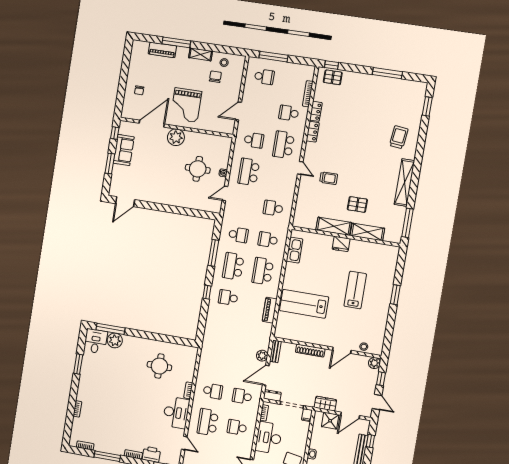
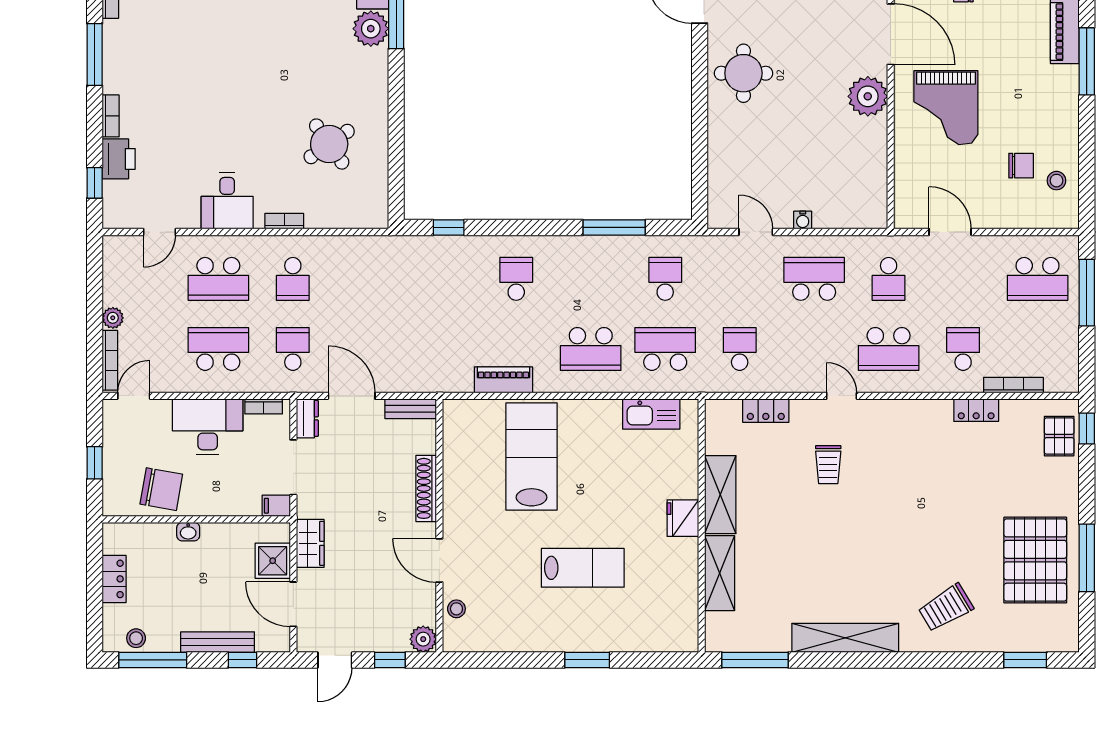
shelving: (201, 54) -> (1067, 123), removed
school desk: (264, 77) -> (1038, 279), width x1.85
grand piano: (186, 105) -> (946, 108), turned -90
locker: (313, 132) -> (766, 411), moved
trolley: (399, 137) -> (946, 608), turned 143
school desk: (284, 145) -> (889, 349), turned 180
door: (300, 168) -> (842, 396), swing flipped
round table: (198, 169) -> (743, 73), moved
pallet: (357, 204) -> (1035, 560), moved, width x2.05, depth x2.00
school desk: (238, 235) -> (665, 279), turned 180
school desk: (268, 240) -> (665, 349), width x1.85
school desk: (233, 266) -> (591, 279), removed
school desk: (263, 271) -> (591, 349), turned 180
window: (207, 292) -> (449, 227), moved
plant: (262, 356) -> (395, 380), removed
round table: (159, 366) -> (329, 144), turned -35
desk: (176, 413) -> (227, 201), width x0.73
school desk: (208, 422) -> (218, 279), turned 180
school desk: (237, 427) -> (218, 349), width x1.85

